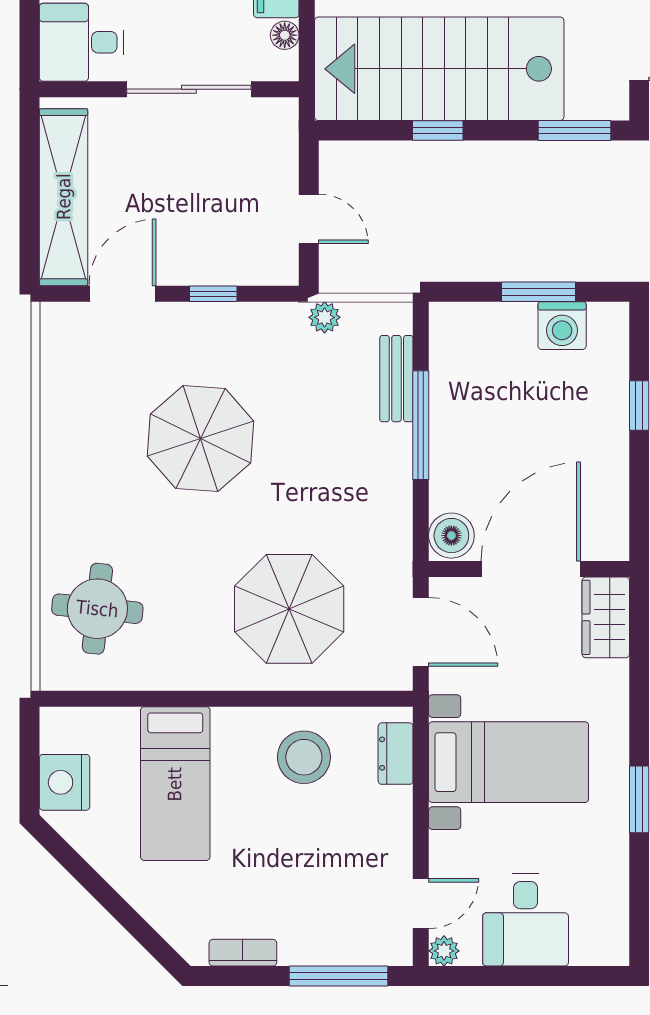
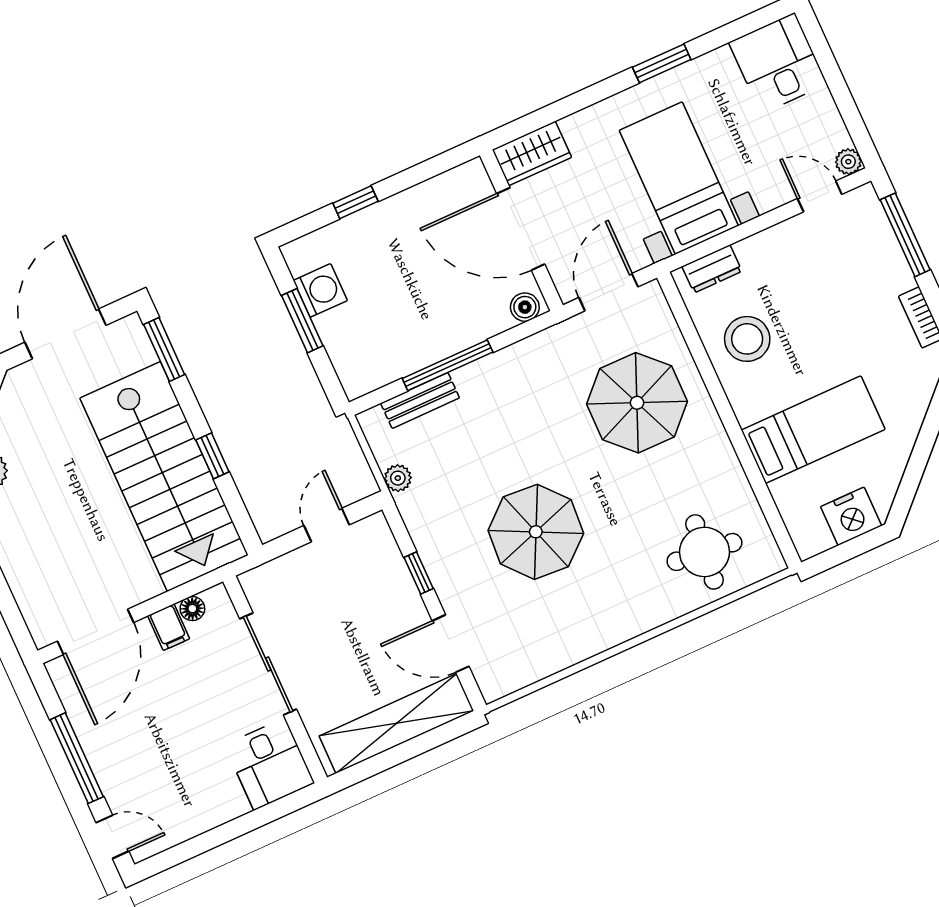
boiler: (451, 536) -> (525, 307), width x0.73, depth x0.73
desk: (526, 920) -> (778, 63), moved, turned -90

